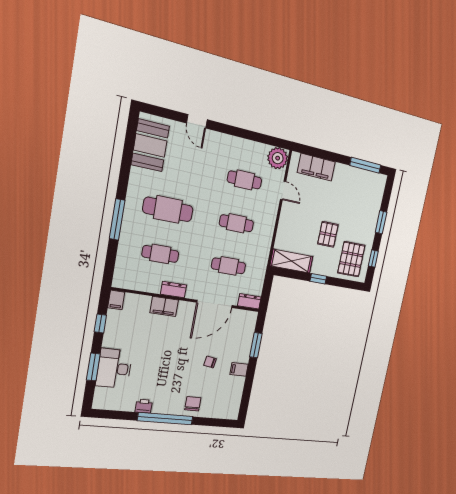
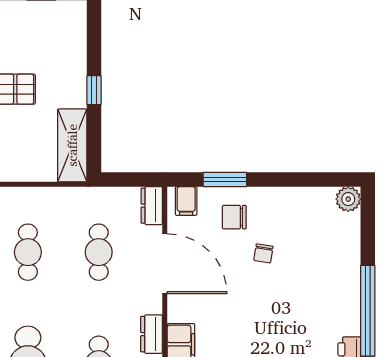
pallet: (351, 259) -> (50, 35), removed
filing cabinet: (239, 369) -> (186, 201), moved
chair: (193, 404) -> (234, 217), moved
plant: (232, 413) -> (348, 199), added

